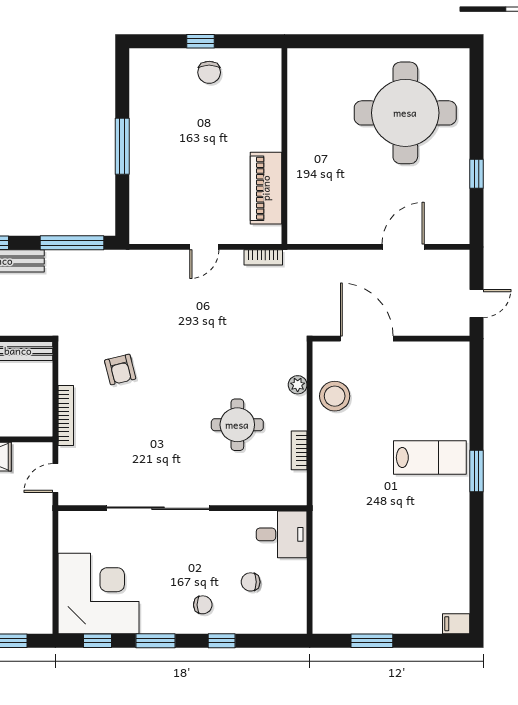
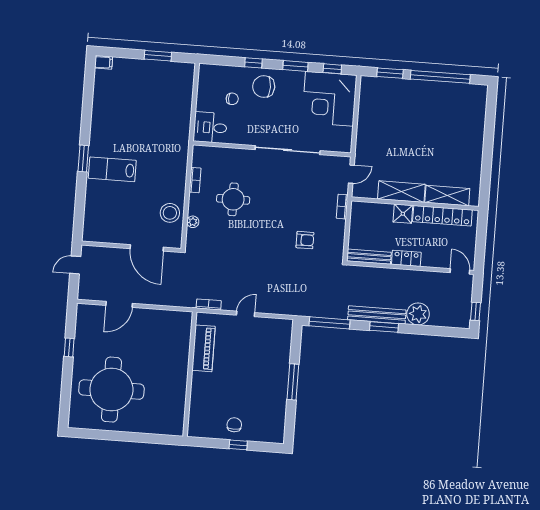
armchair: (120, 370) -> (305, 240), turned 104
bookcase: (66, 415) -> (342, 207), width x0.64
chair: (203, 605) -> (264, 87), width x1.87, depth x1.87

